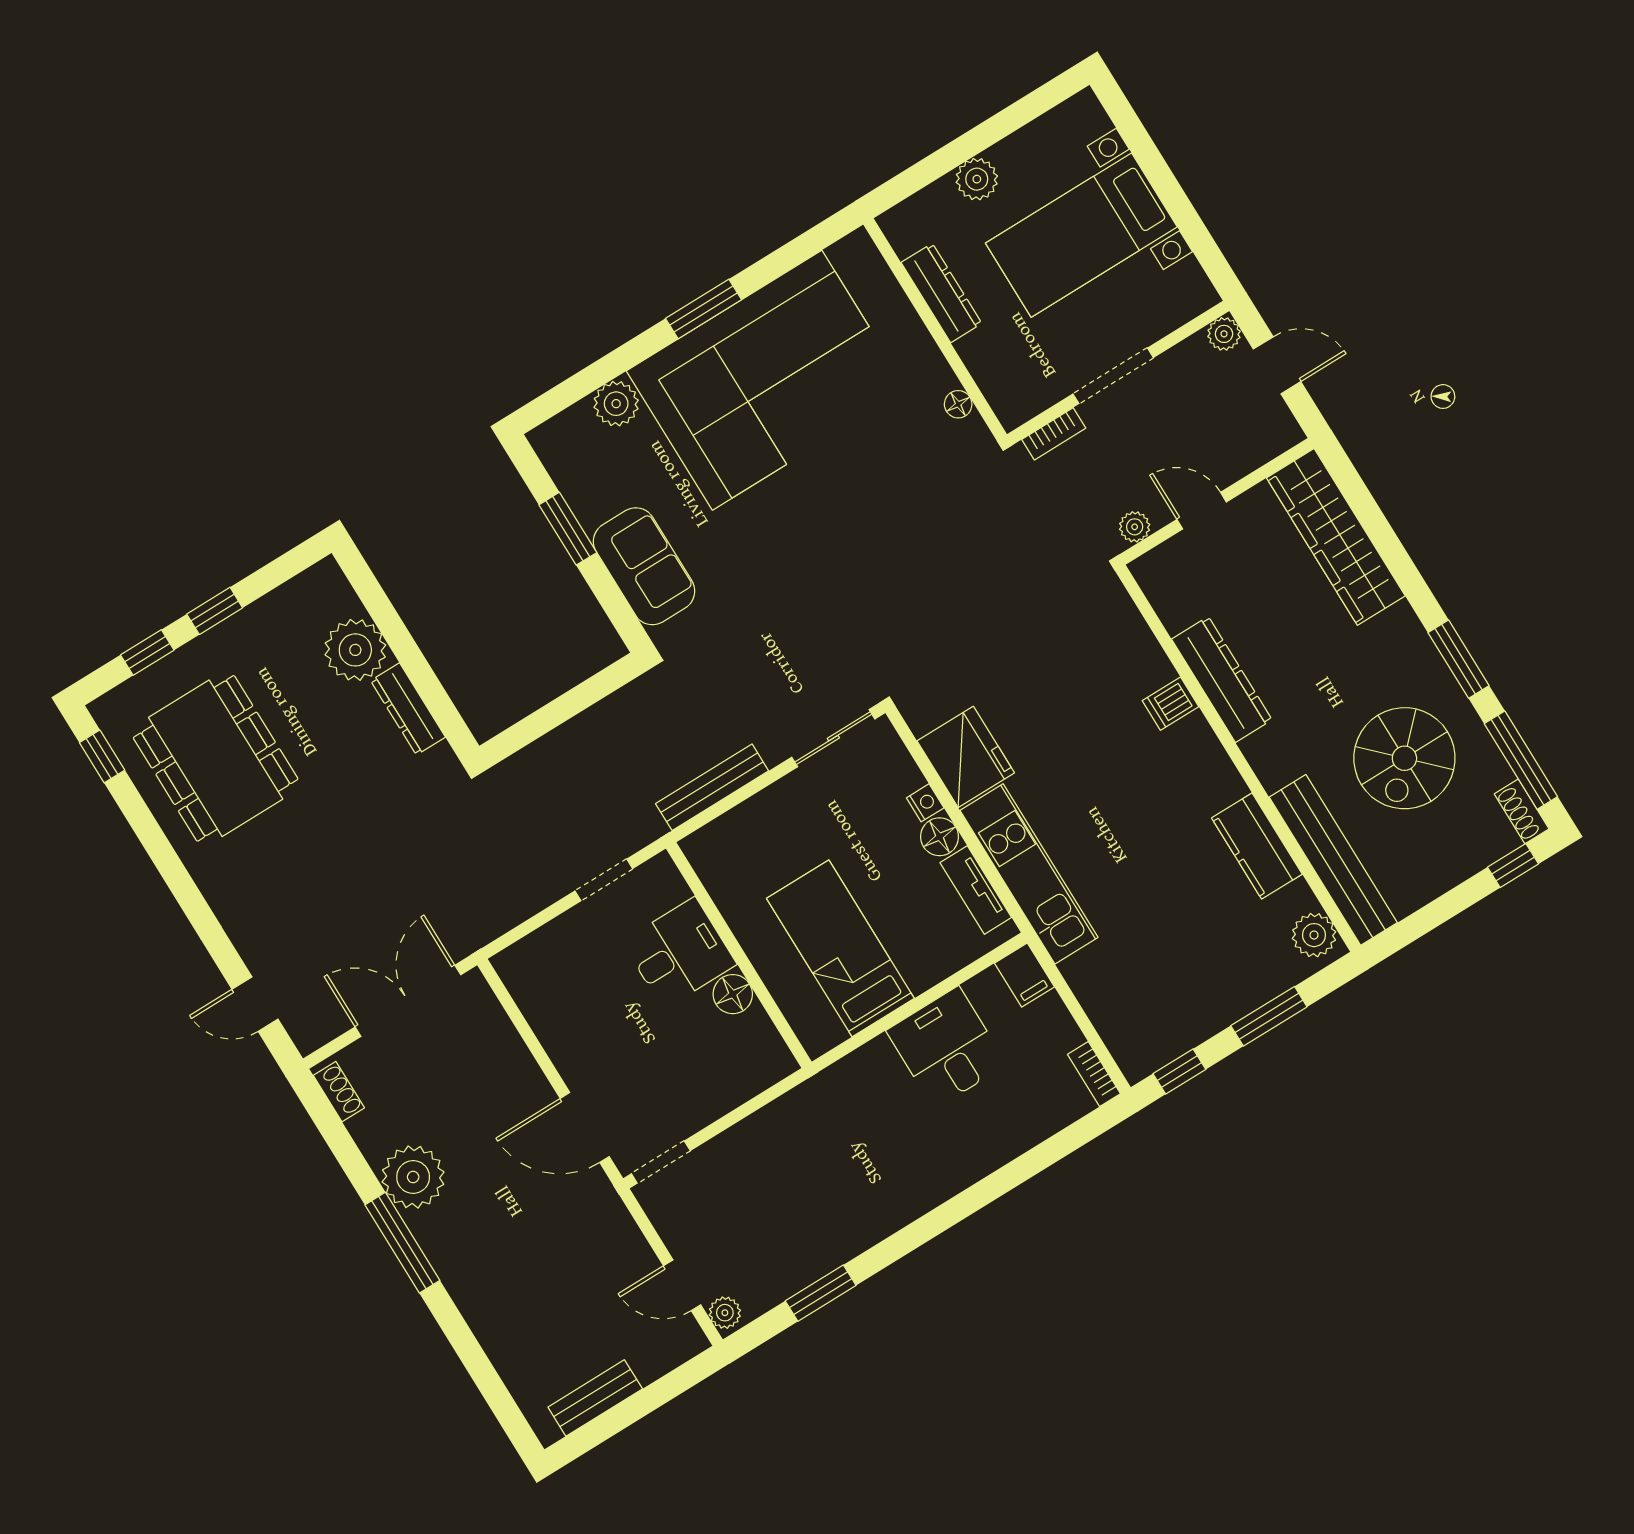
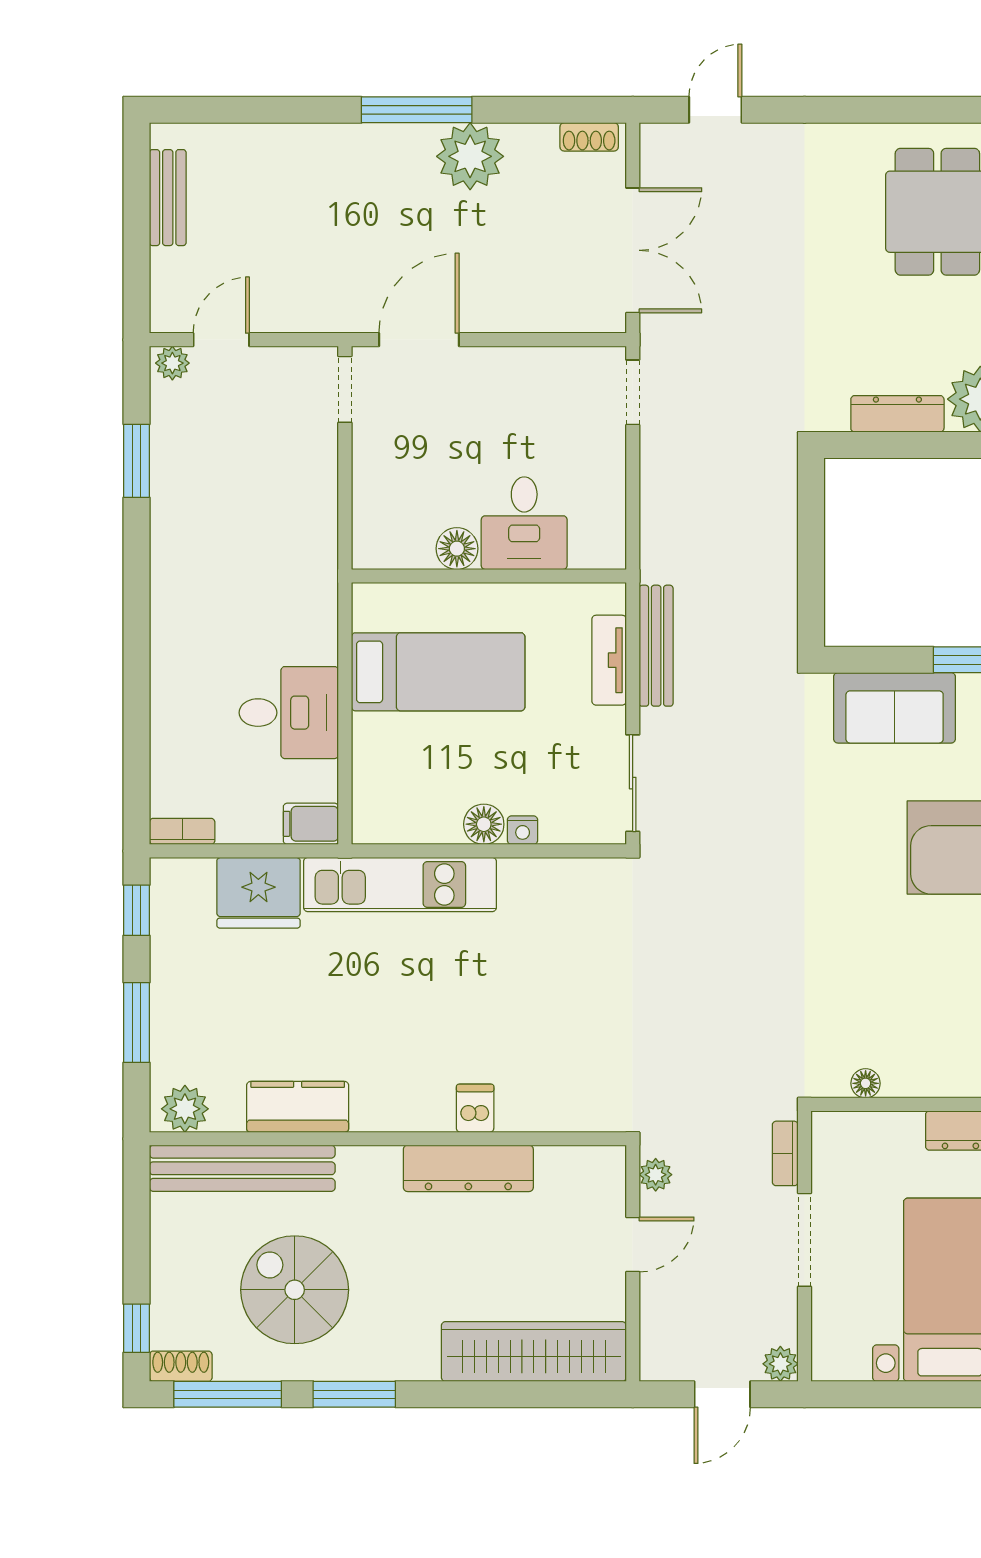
fridge: (966, 757) -> (258, 893), moved
doorway: (604, 880) -> (633, 392), moved
tv unit: (976, 890) -> (609, 660), moved, turned -90

